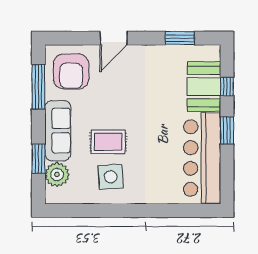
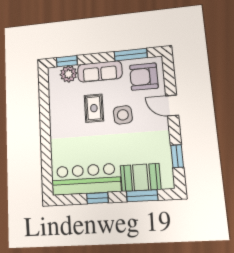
window: (227, 86) -> (142, 196), width x2.17
window: (227, 130) -> (97, 198), moved
window: (38, 159) -> (67, 61), moved
side table: (111, 177) -> (123, 115), moved

